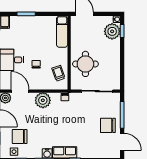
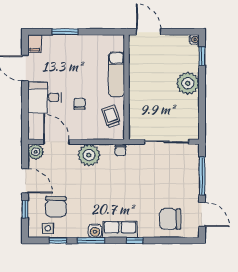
plant: (112, 31) -> (188, 83), moved
exam couch: (62, 32) -> (116, 74), moved
round table: (85, 64) -> (150, 103), removed
chair: (108, 125) -> (170, 219), moved
chair: (20, 137) -> (56, 207), turned -90

